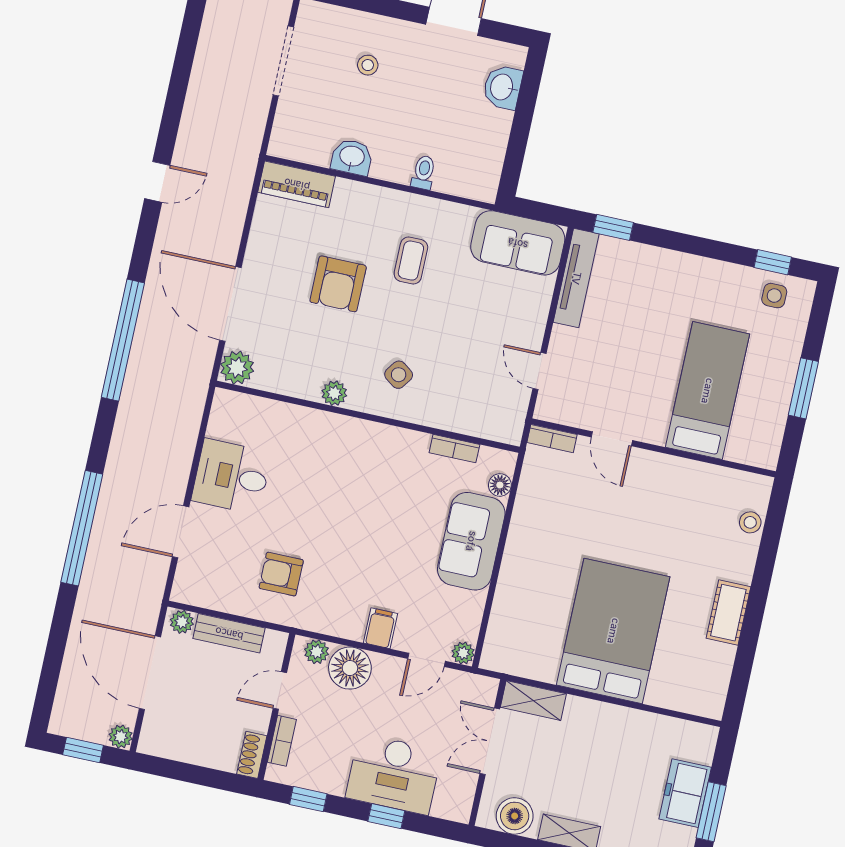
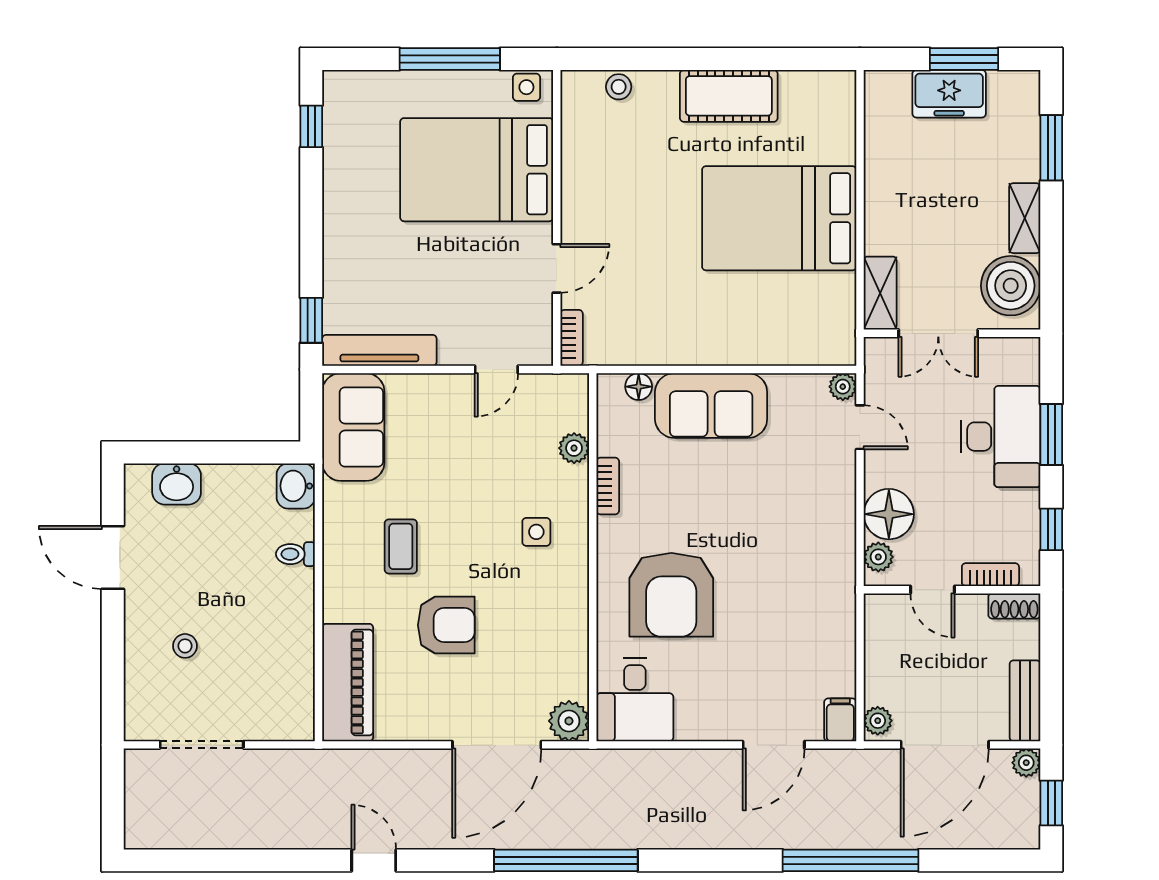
washbasin: (352, 157) -> (296, 486), moved
piano: (297, 184) -> (348, 683), width x1.37, depth x1.33
coffee table: (411, 261) -> (401, 546), turned 90
side table: (774, 296) -> (526, 87), moved
side table: (399, 375) -> (536, 532), turned -36
window: (803, 388) -> (450, 59), width x1.44
bed: (707, 391) -> (477, 170), width x1.50
plant: (334, 393) -> (574, 448), moved
bookcase: (454, 449) -> (608, 486), moved
desk: (232, 477) -> (635, 700), moved
window: (82, 528) -> (850, 860), moved
door: (181, 532) -> (774, 745), hinge flipped
armchair: (281, 574) -> (671, 595), moved, width x1.88, depth x1.88
cot: (728, 613) -> (729, 96), width x1.37, depth x1.34
filing cabinet: (380, 628) -> (840, 720), moved, turned 90
bench: (229, 633) -> (1025, 701), moved
window: (386, 816) -> (1051, 434), width x1.50
boiler: (515, 816) -> (1011, 286), width x1.37, depth x1.37

